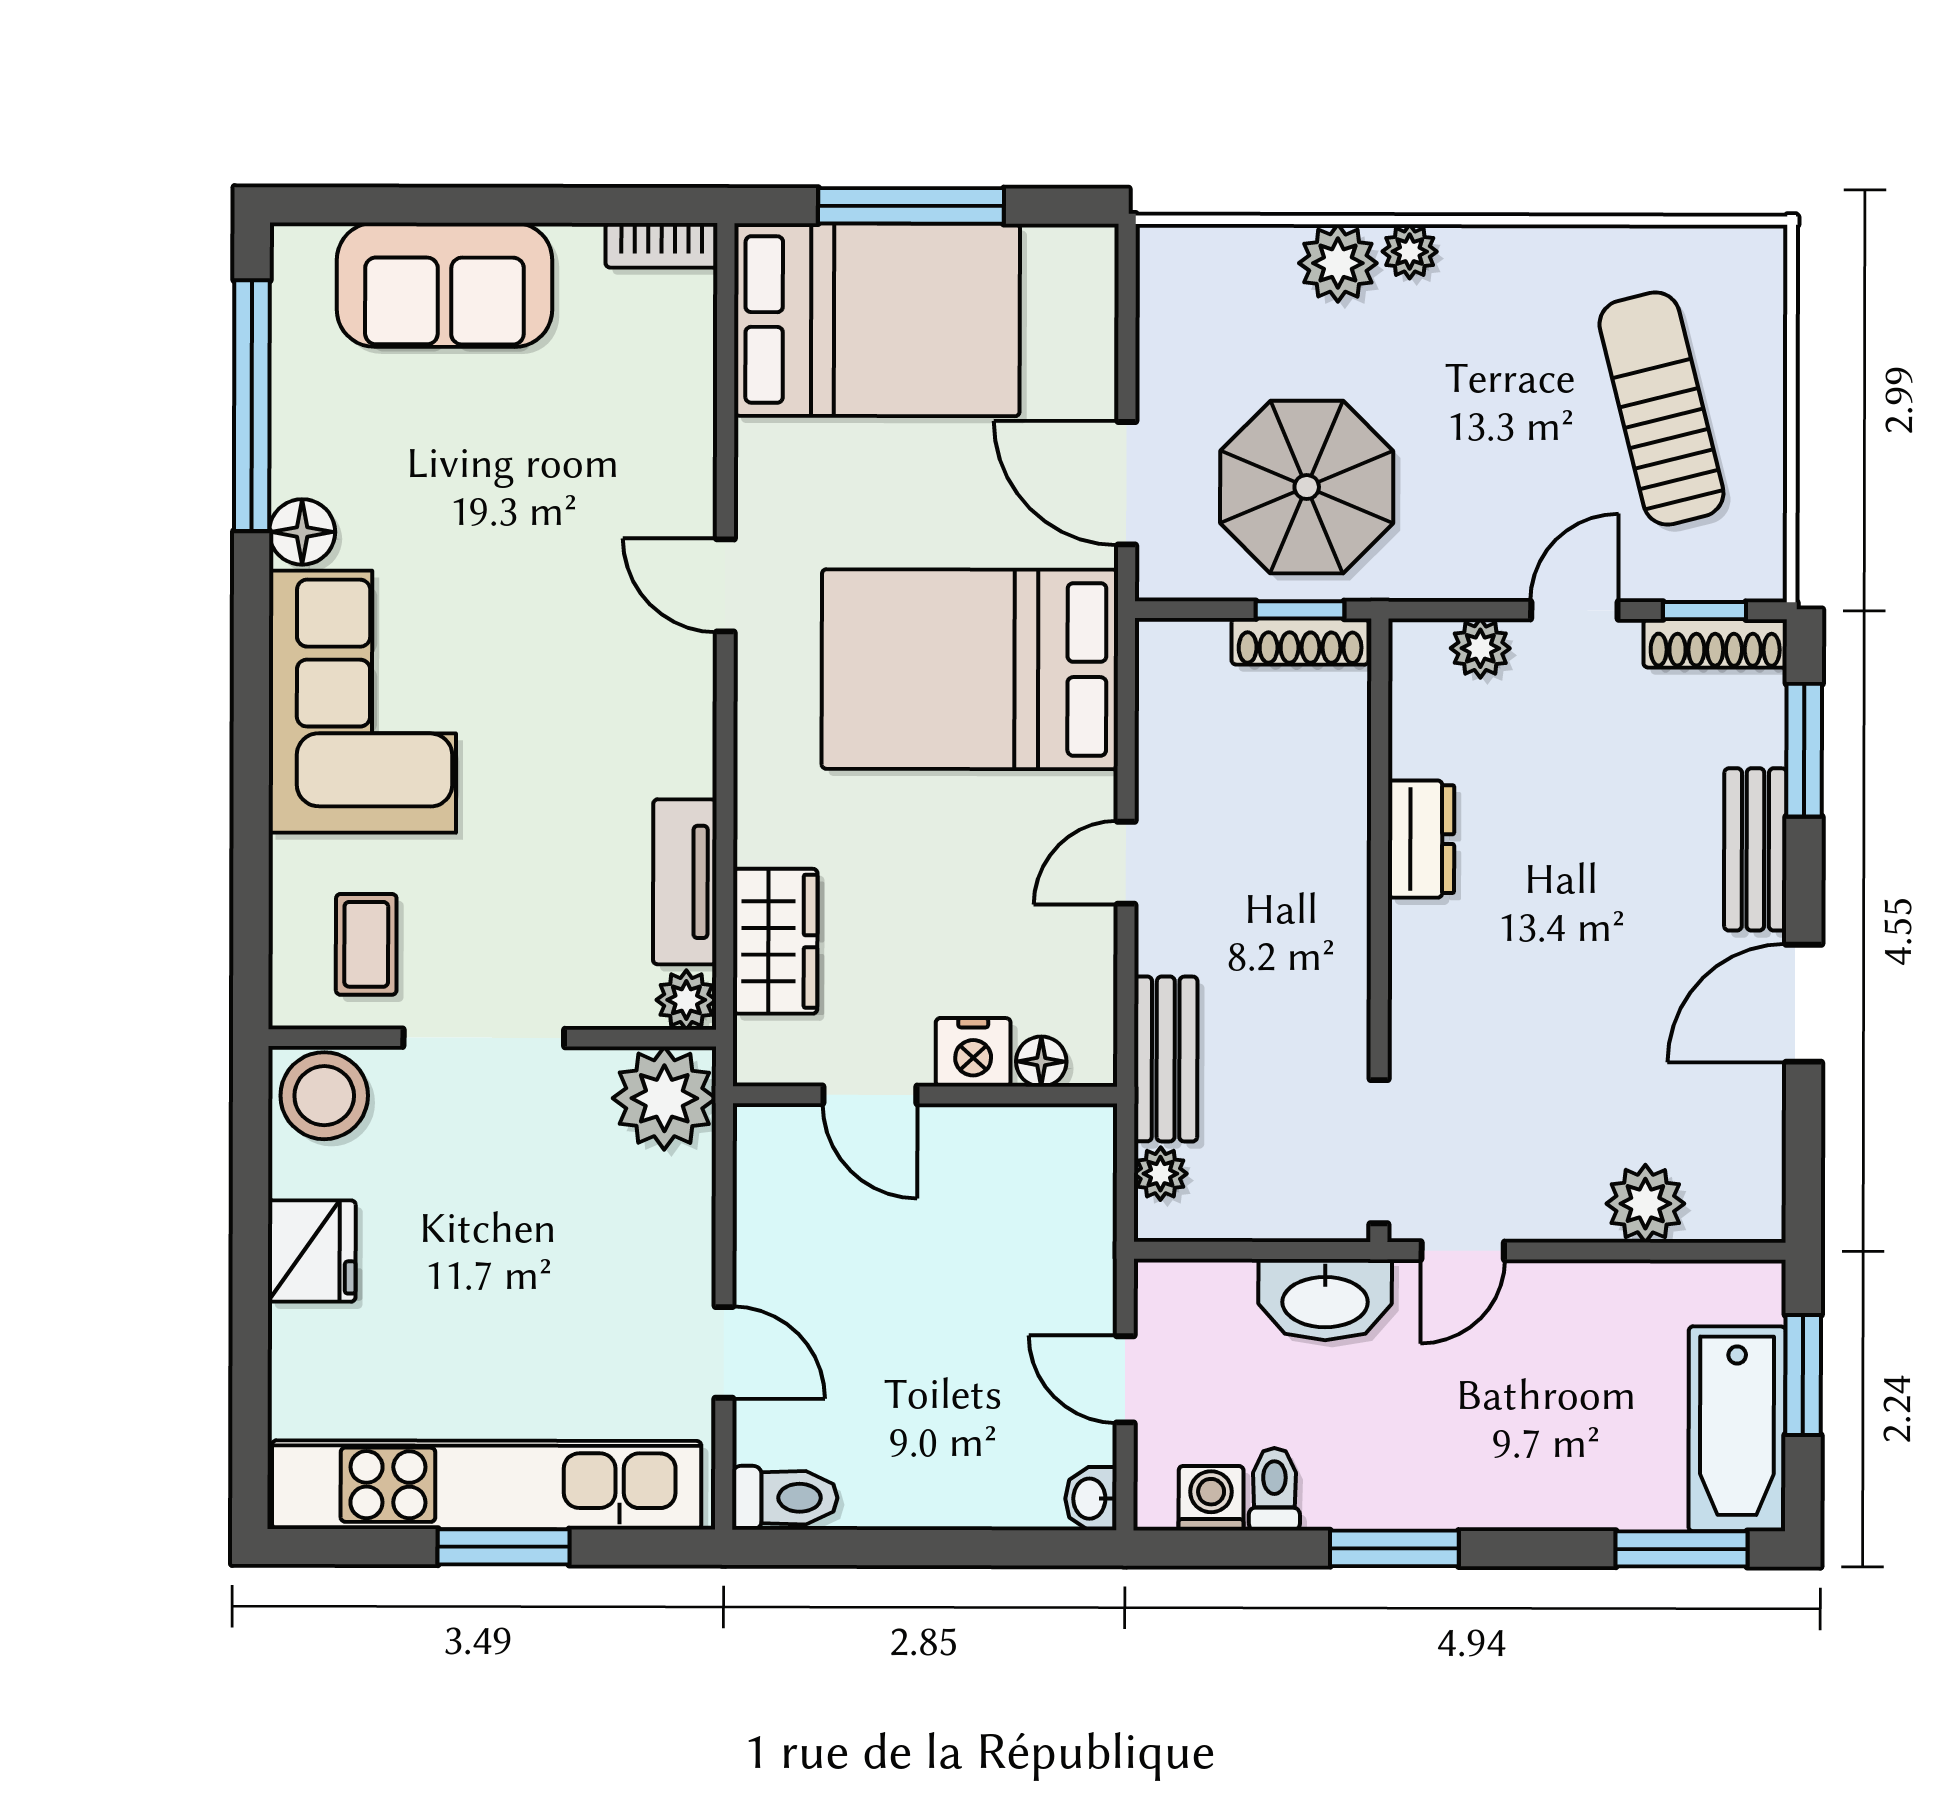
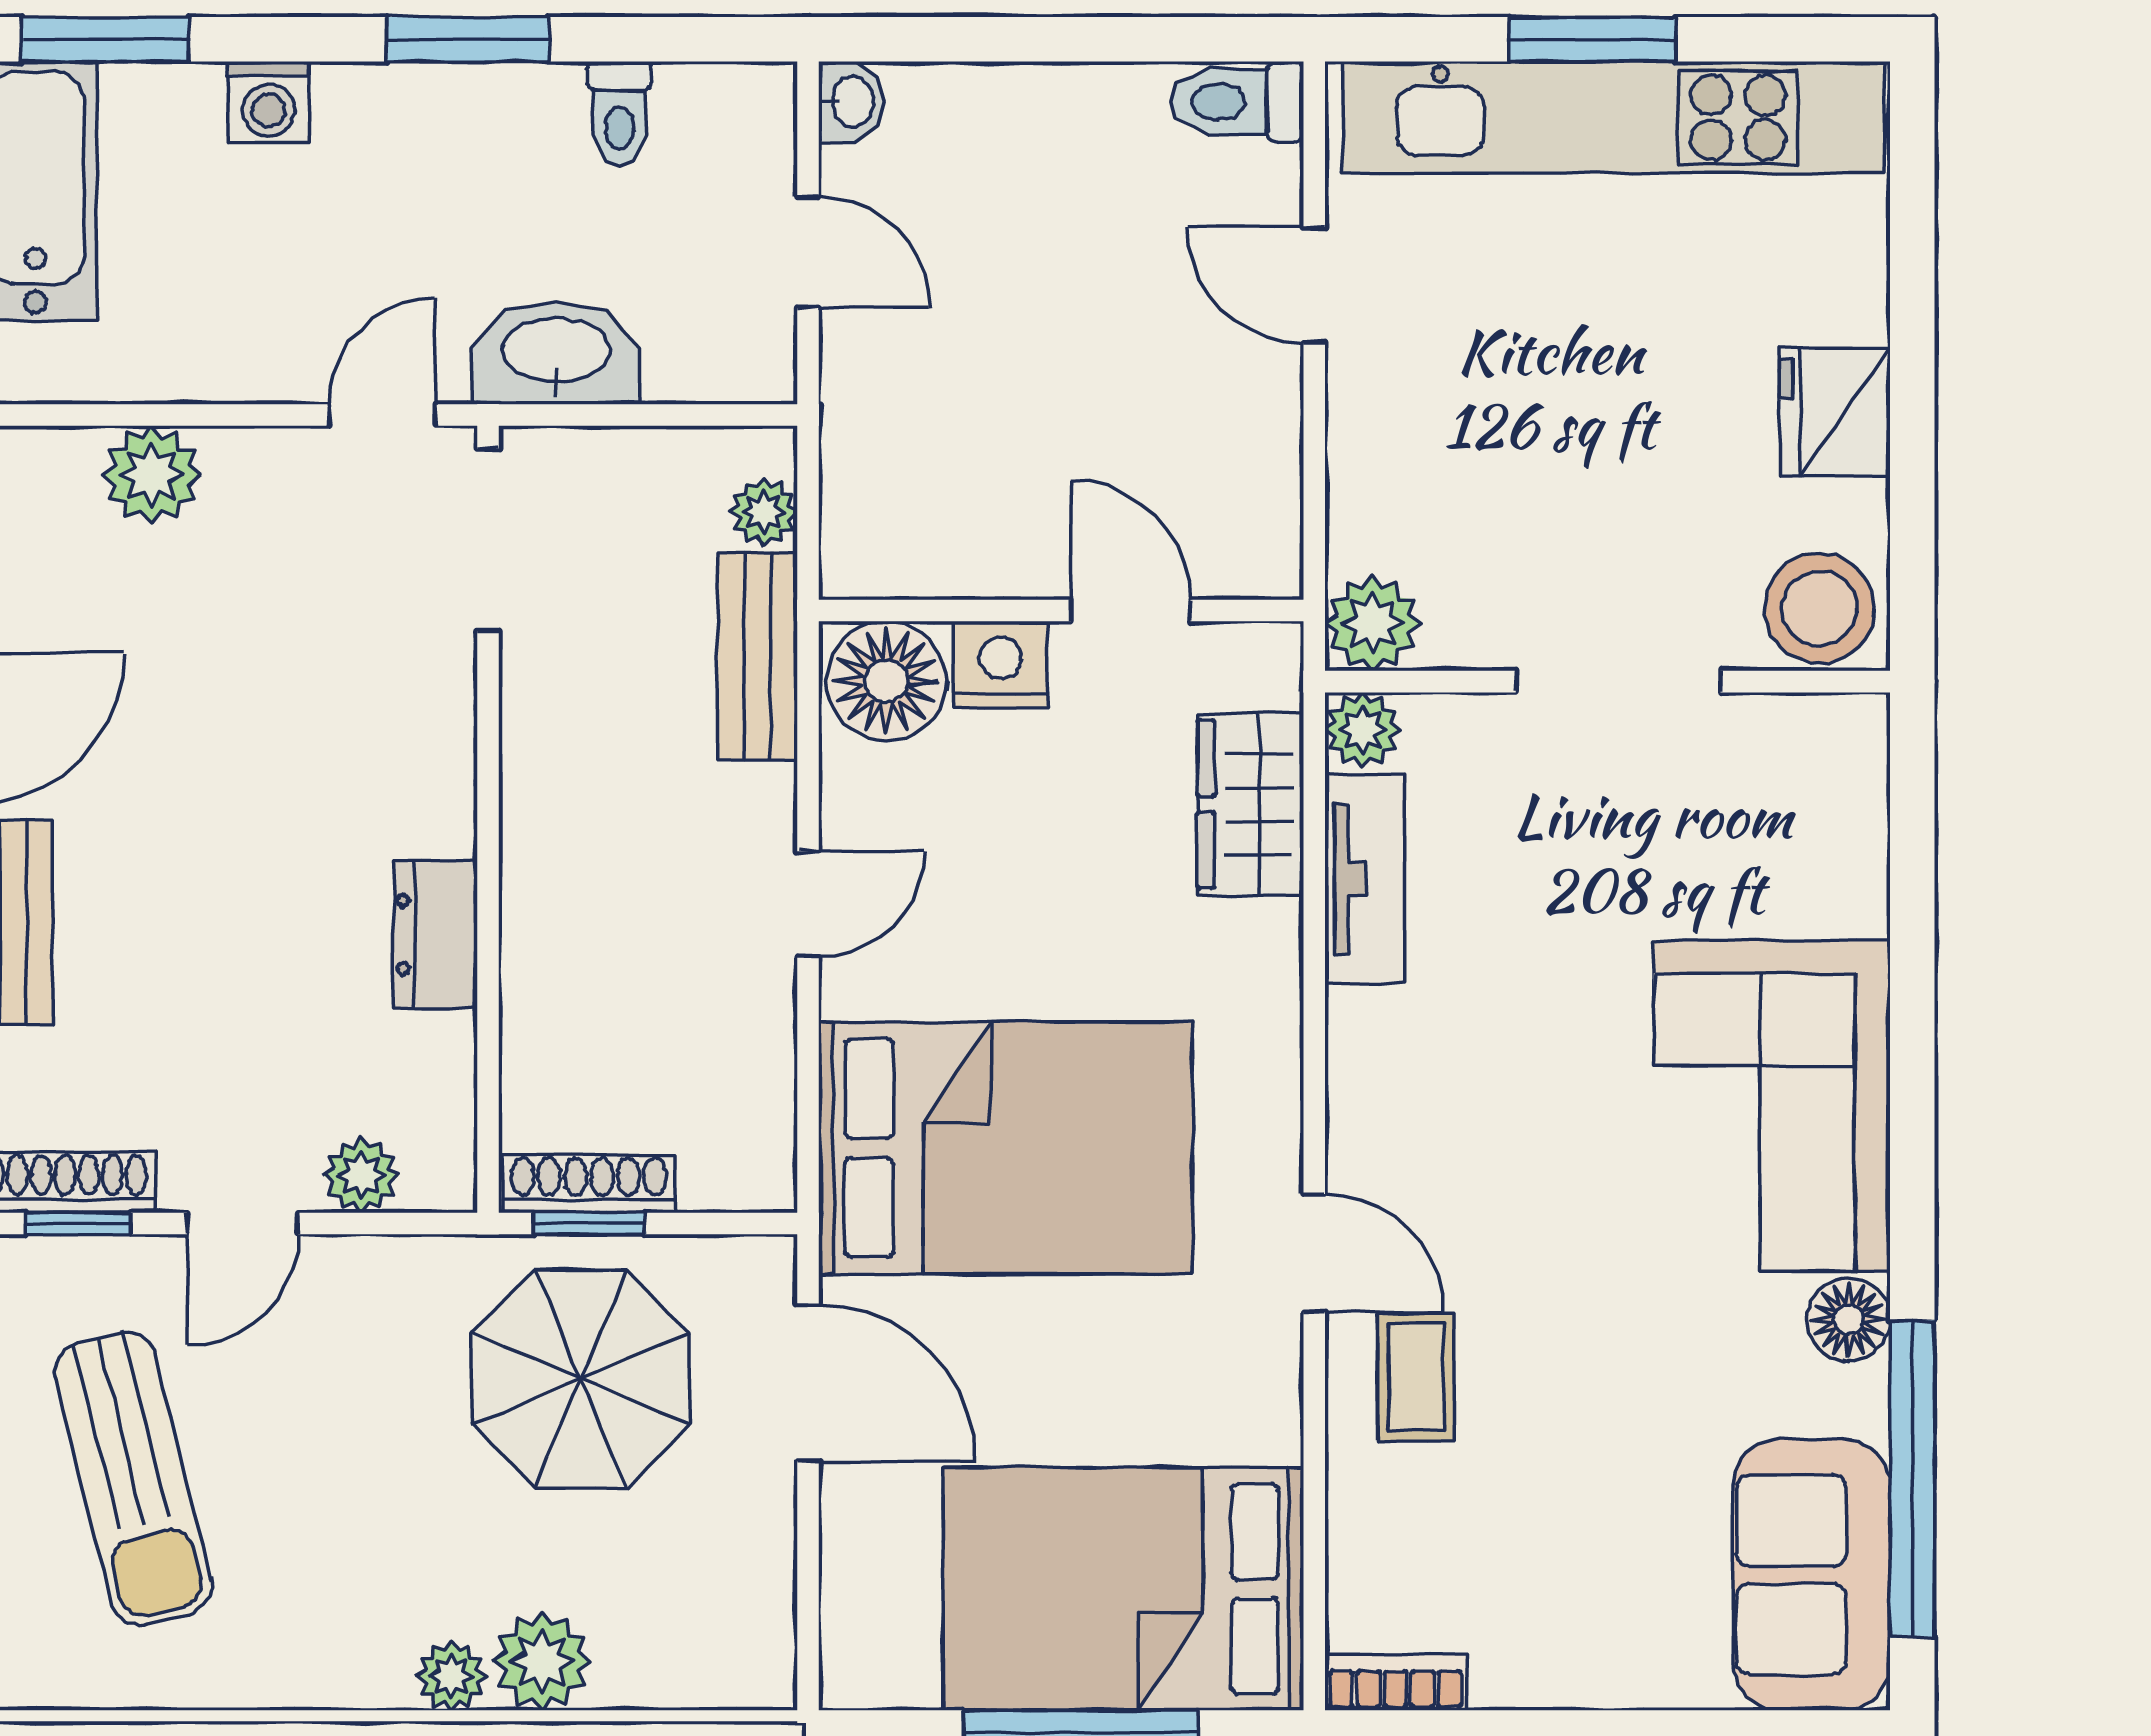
sofa: (444, 285) -> (1812, 1575), moved, turned -90
coffee table: (366, 944) -> (1416, 1377), moved
floor lamp: (1041, 1062) -> (886, 681), width x1.89, depth x1.89
plant: (664, 1098) -> (1373, 623), width x0.73, depth x0.73
washing machine: (1211, 1498) -> (269, 102), moved

